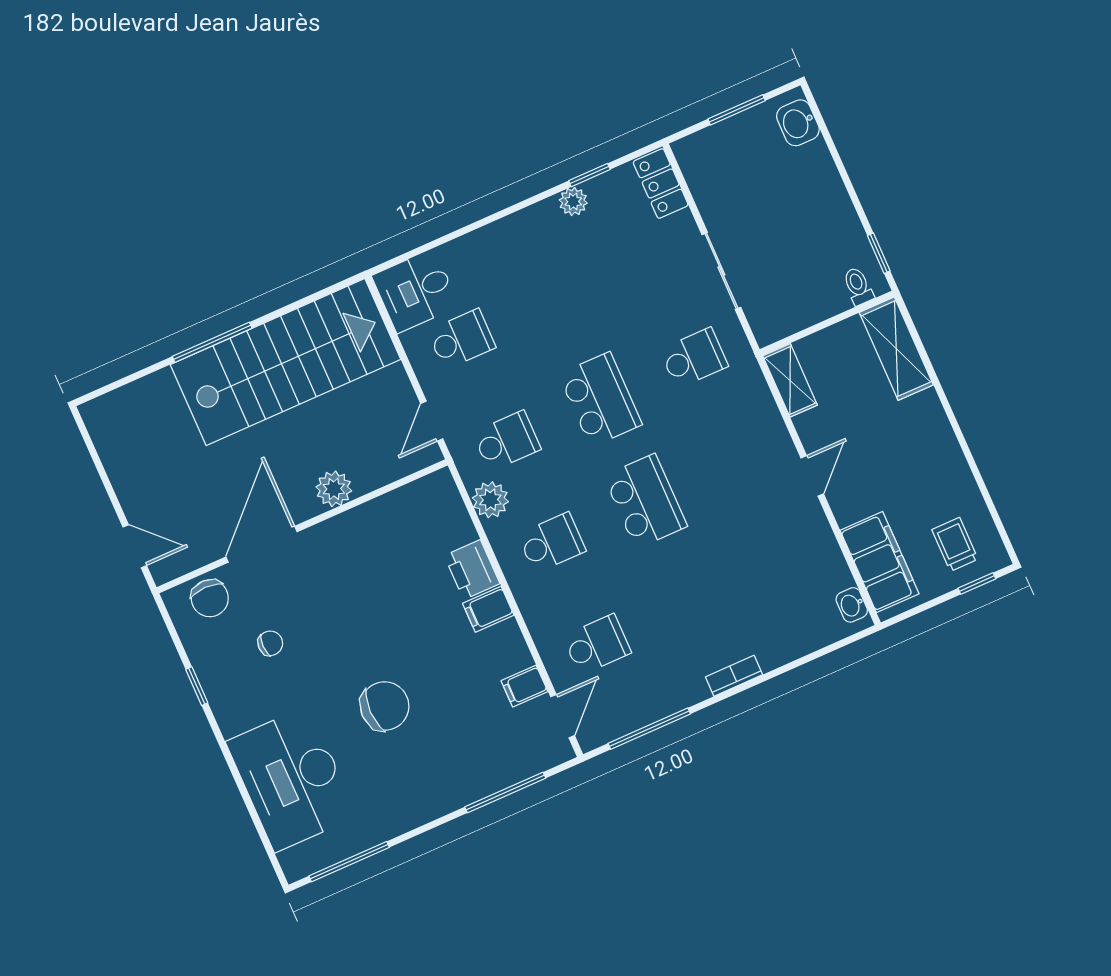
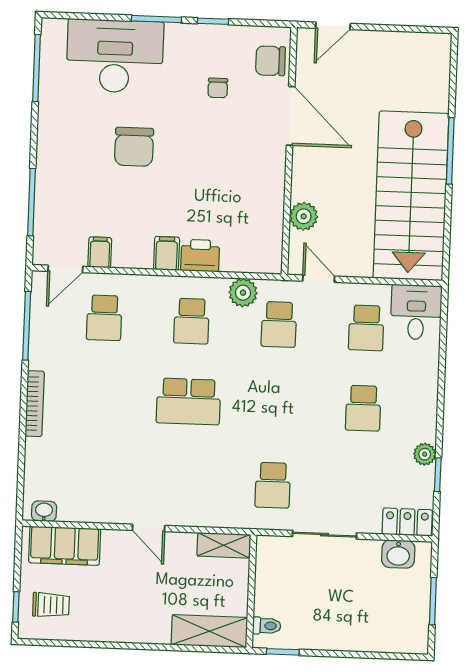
washbasin: (798, 123) -> (398, 554), moved, turned 180
school desk: (600, 399) -> (363, 408), moved, width x0.54
plant: (334, 489) -> (304, 216), moved
bookcase: (734, 676) -> (35, 404), width x1.56
door: (563, 716) -> (65, 269), hinge flipped
window: (226, 752) -> (156, 19), added

